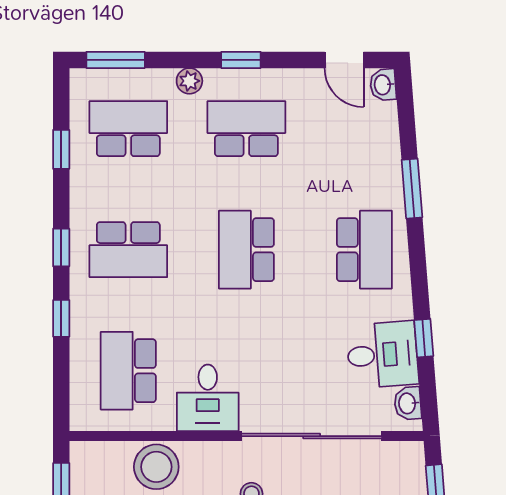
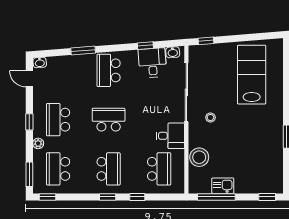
door: (344, 60) -> (29, 79), swing flipped
window: (61, 149) -> (47, 197), moved
school desk: (246, 250) -> (109, 120), turned 180
school desk: (364, 250) -> (109, 70), turned -90
school desk: (128, 371) -> (159, 169), turned -90

